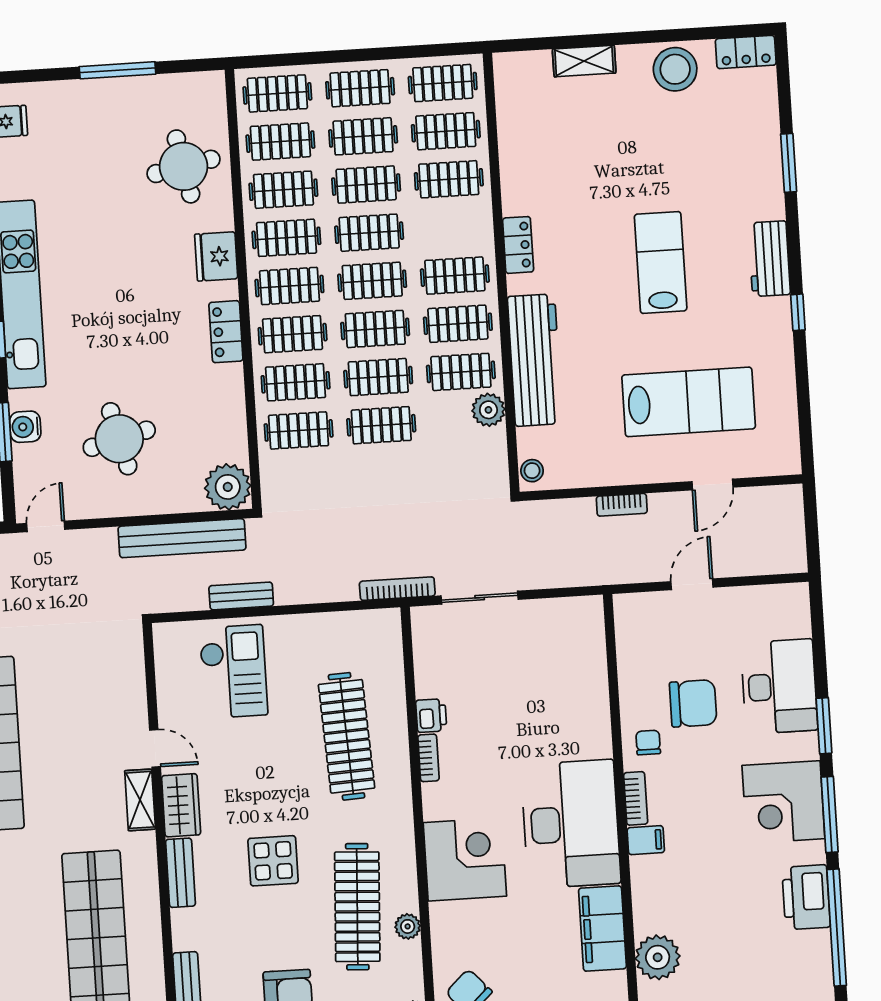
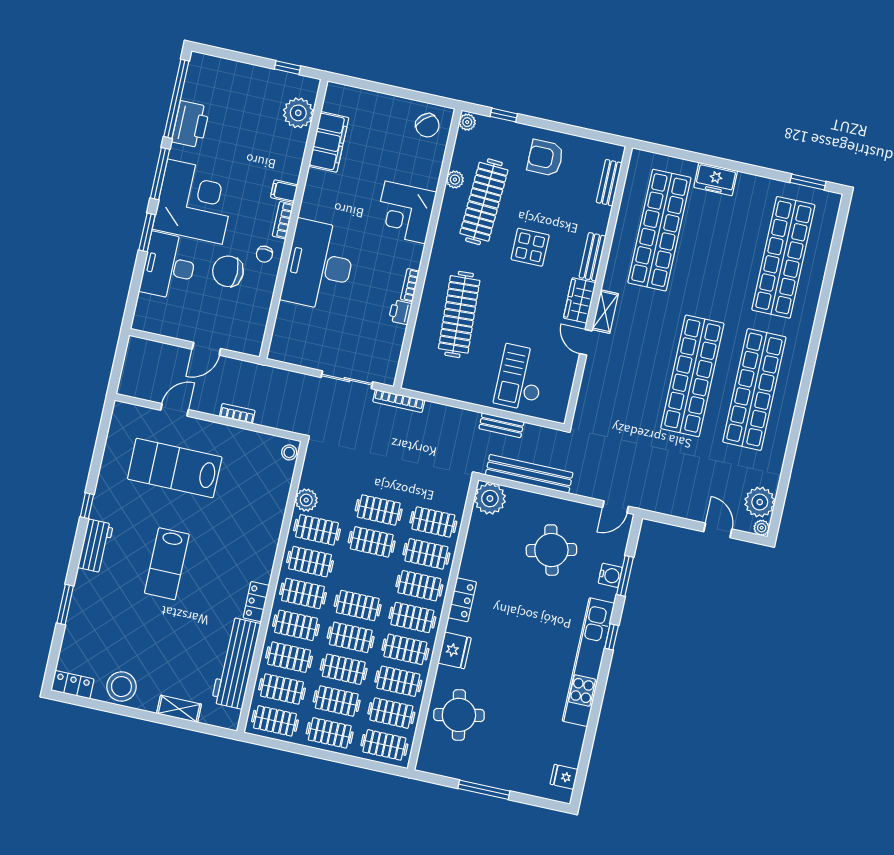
clothes rail: (375, 329) -> (296, 625), moved
workbench: (535, 360) -> (236, 663), moved
corner desk: (783, 802) -> (195, 202), width x1.36, depth x1.36
desk: (571, 824) -> (319, 265), moved

